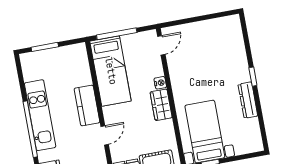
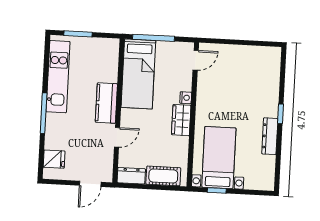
kitchen unit: (40, 115) -> (58, 77), moved
window: (30, 129) -> (44, 113), width x0.68

